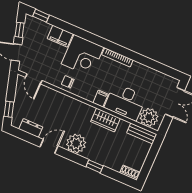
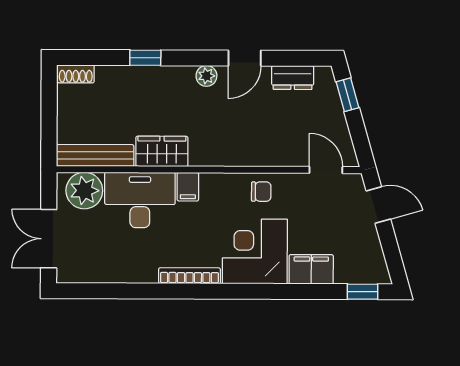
window: (20, 30) -> (391, 249), removed
bench: (142, 133) -> (95, 155), width x1.36
plant: (76, 144) -> (206, 76), width x0.53, depth x0.53

